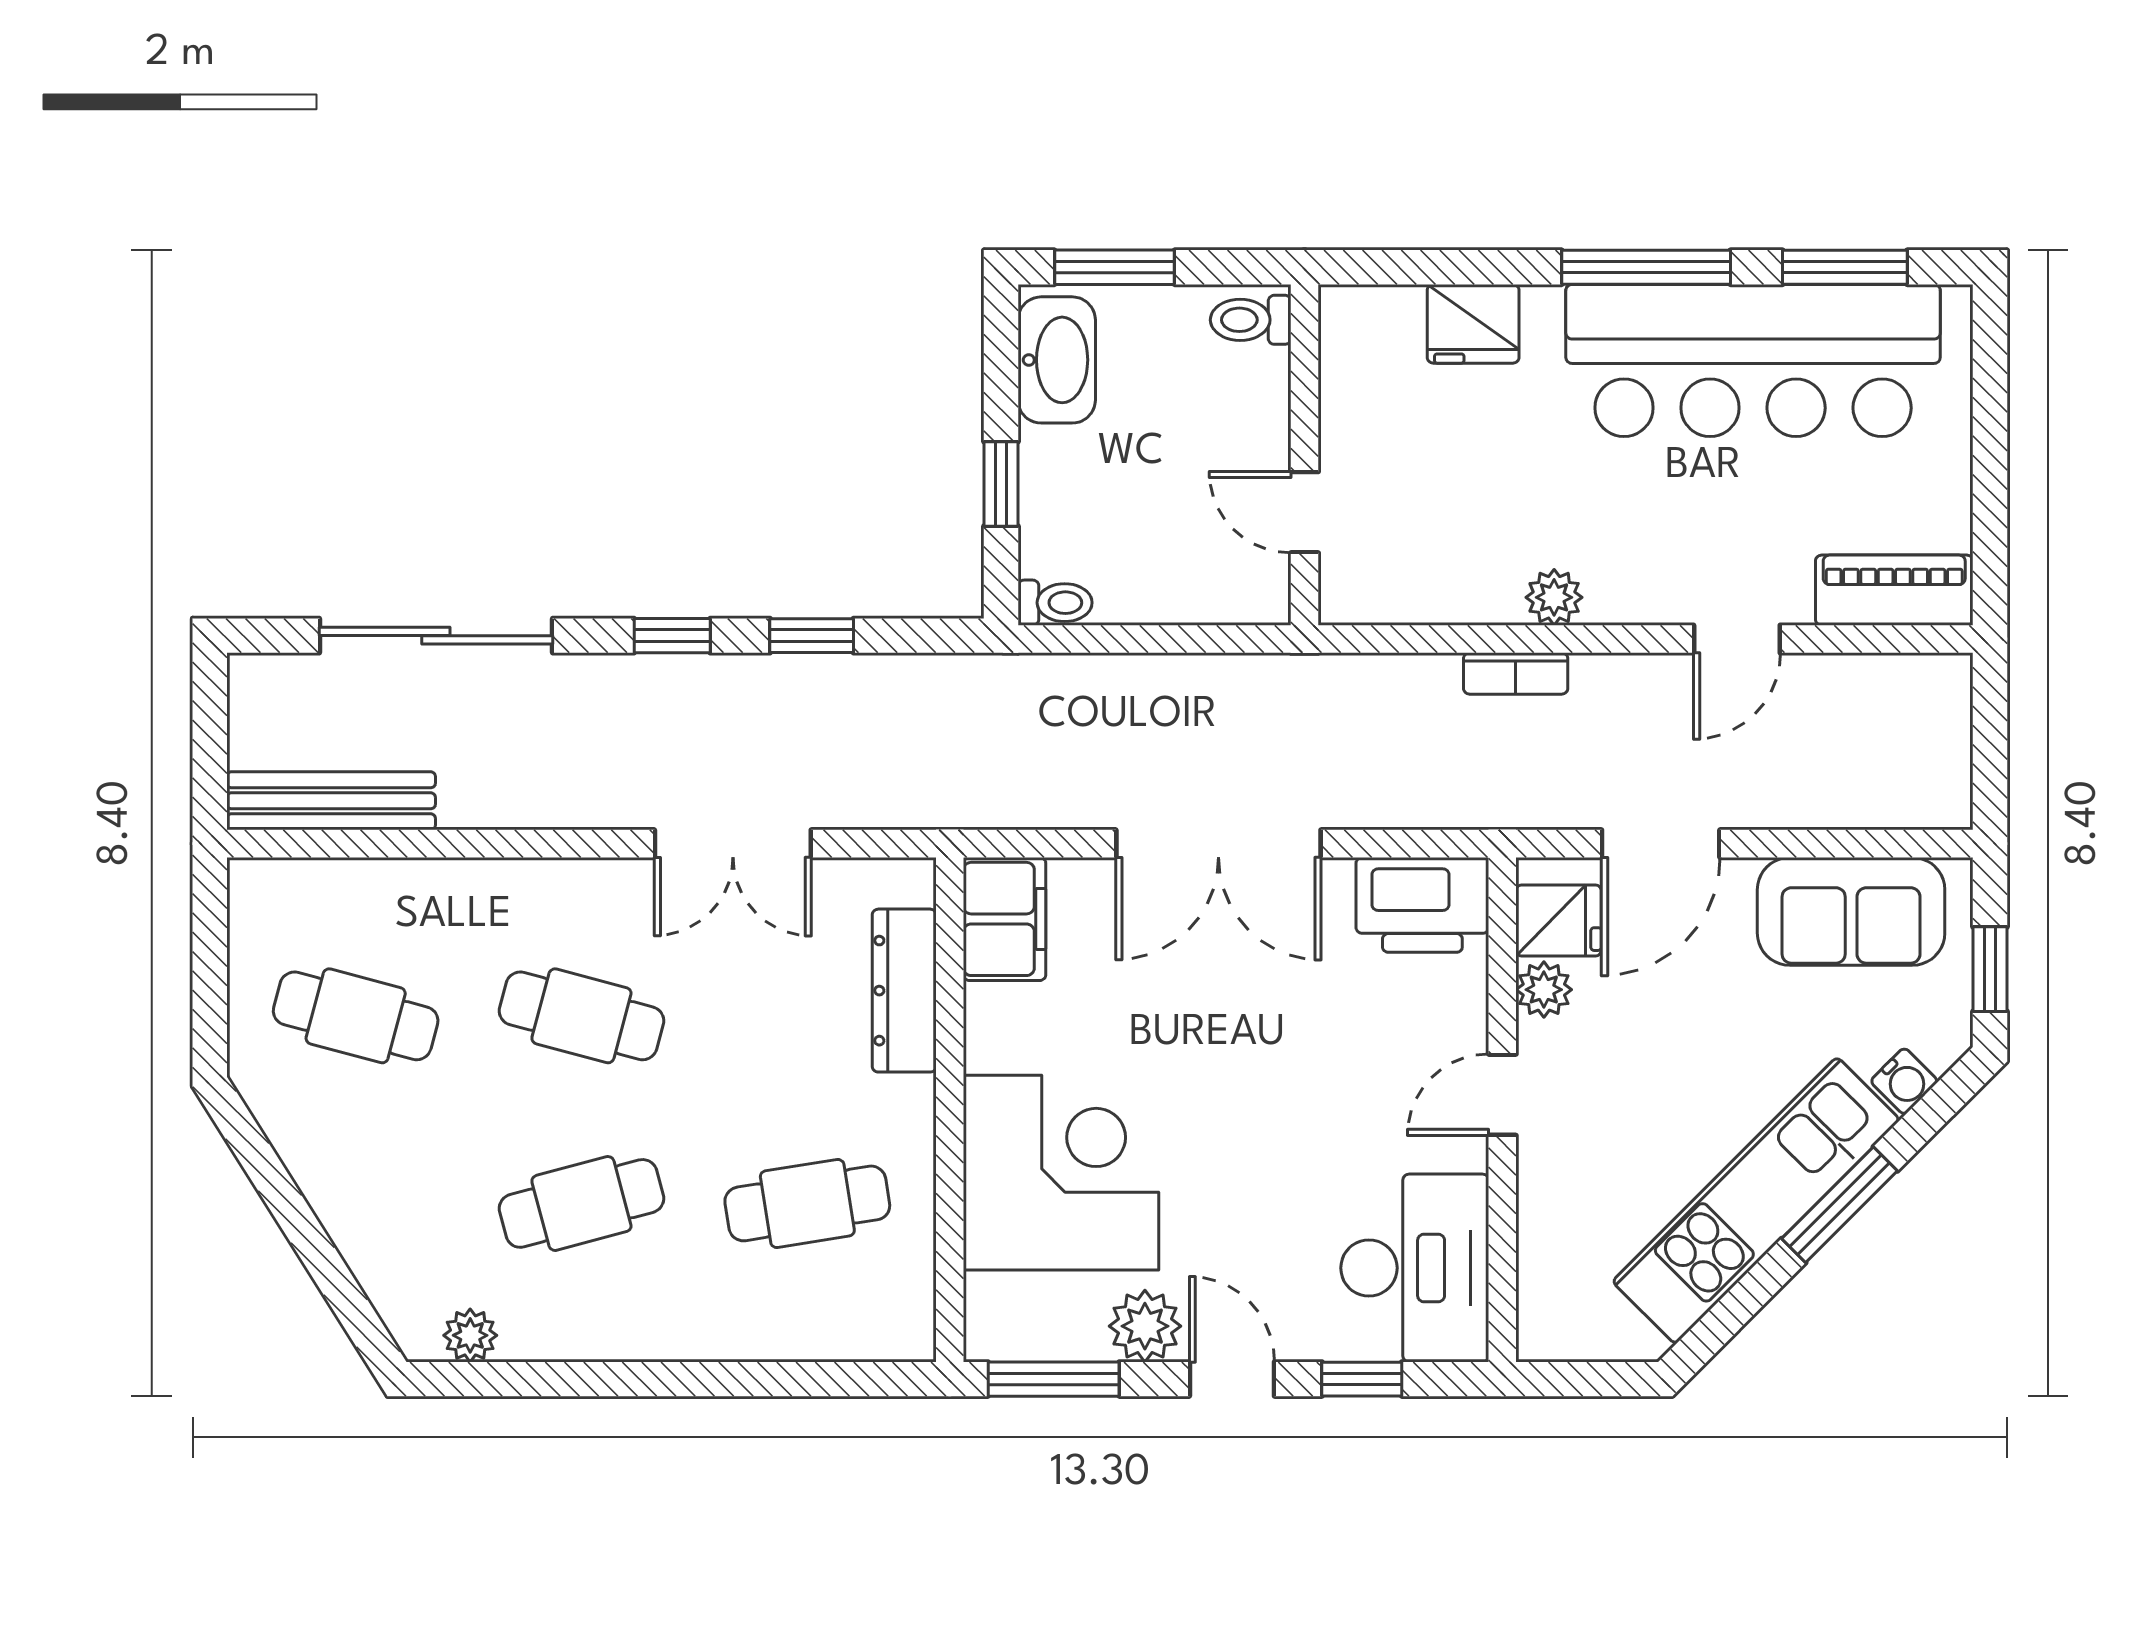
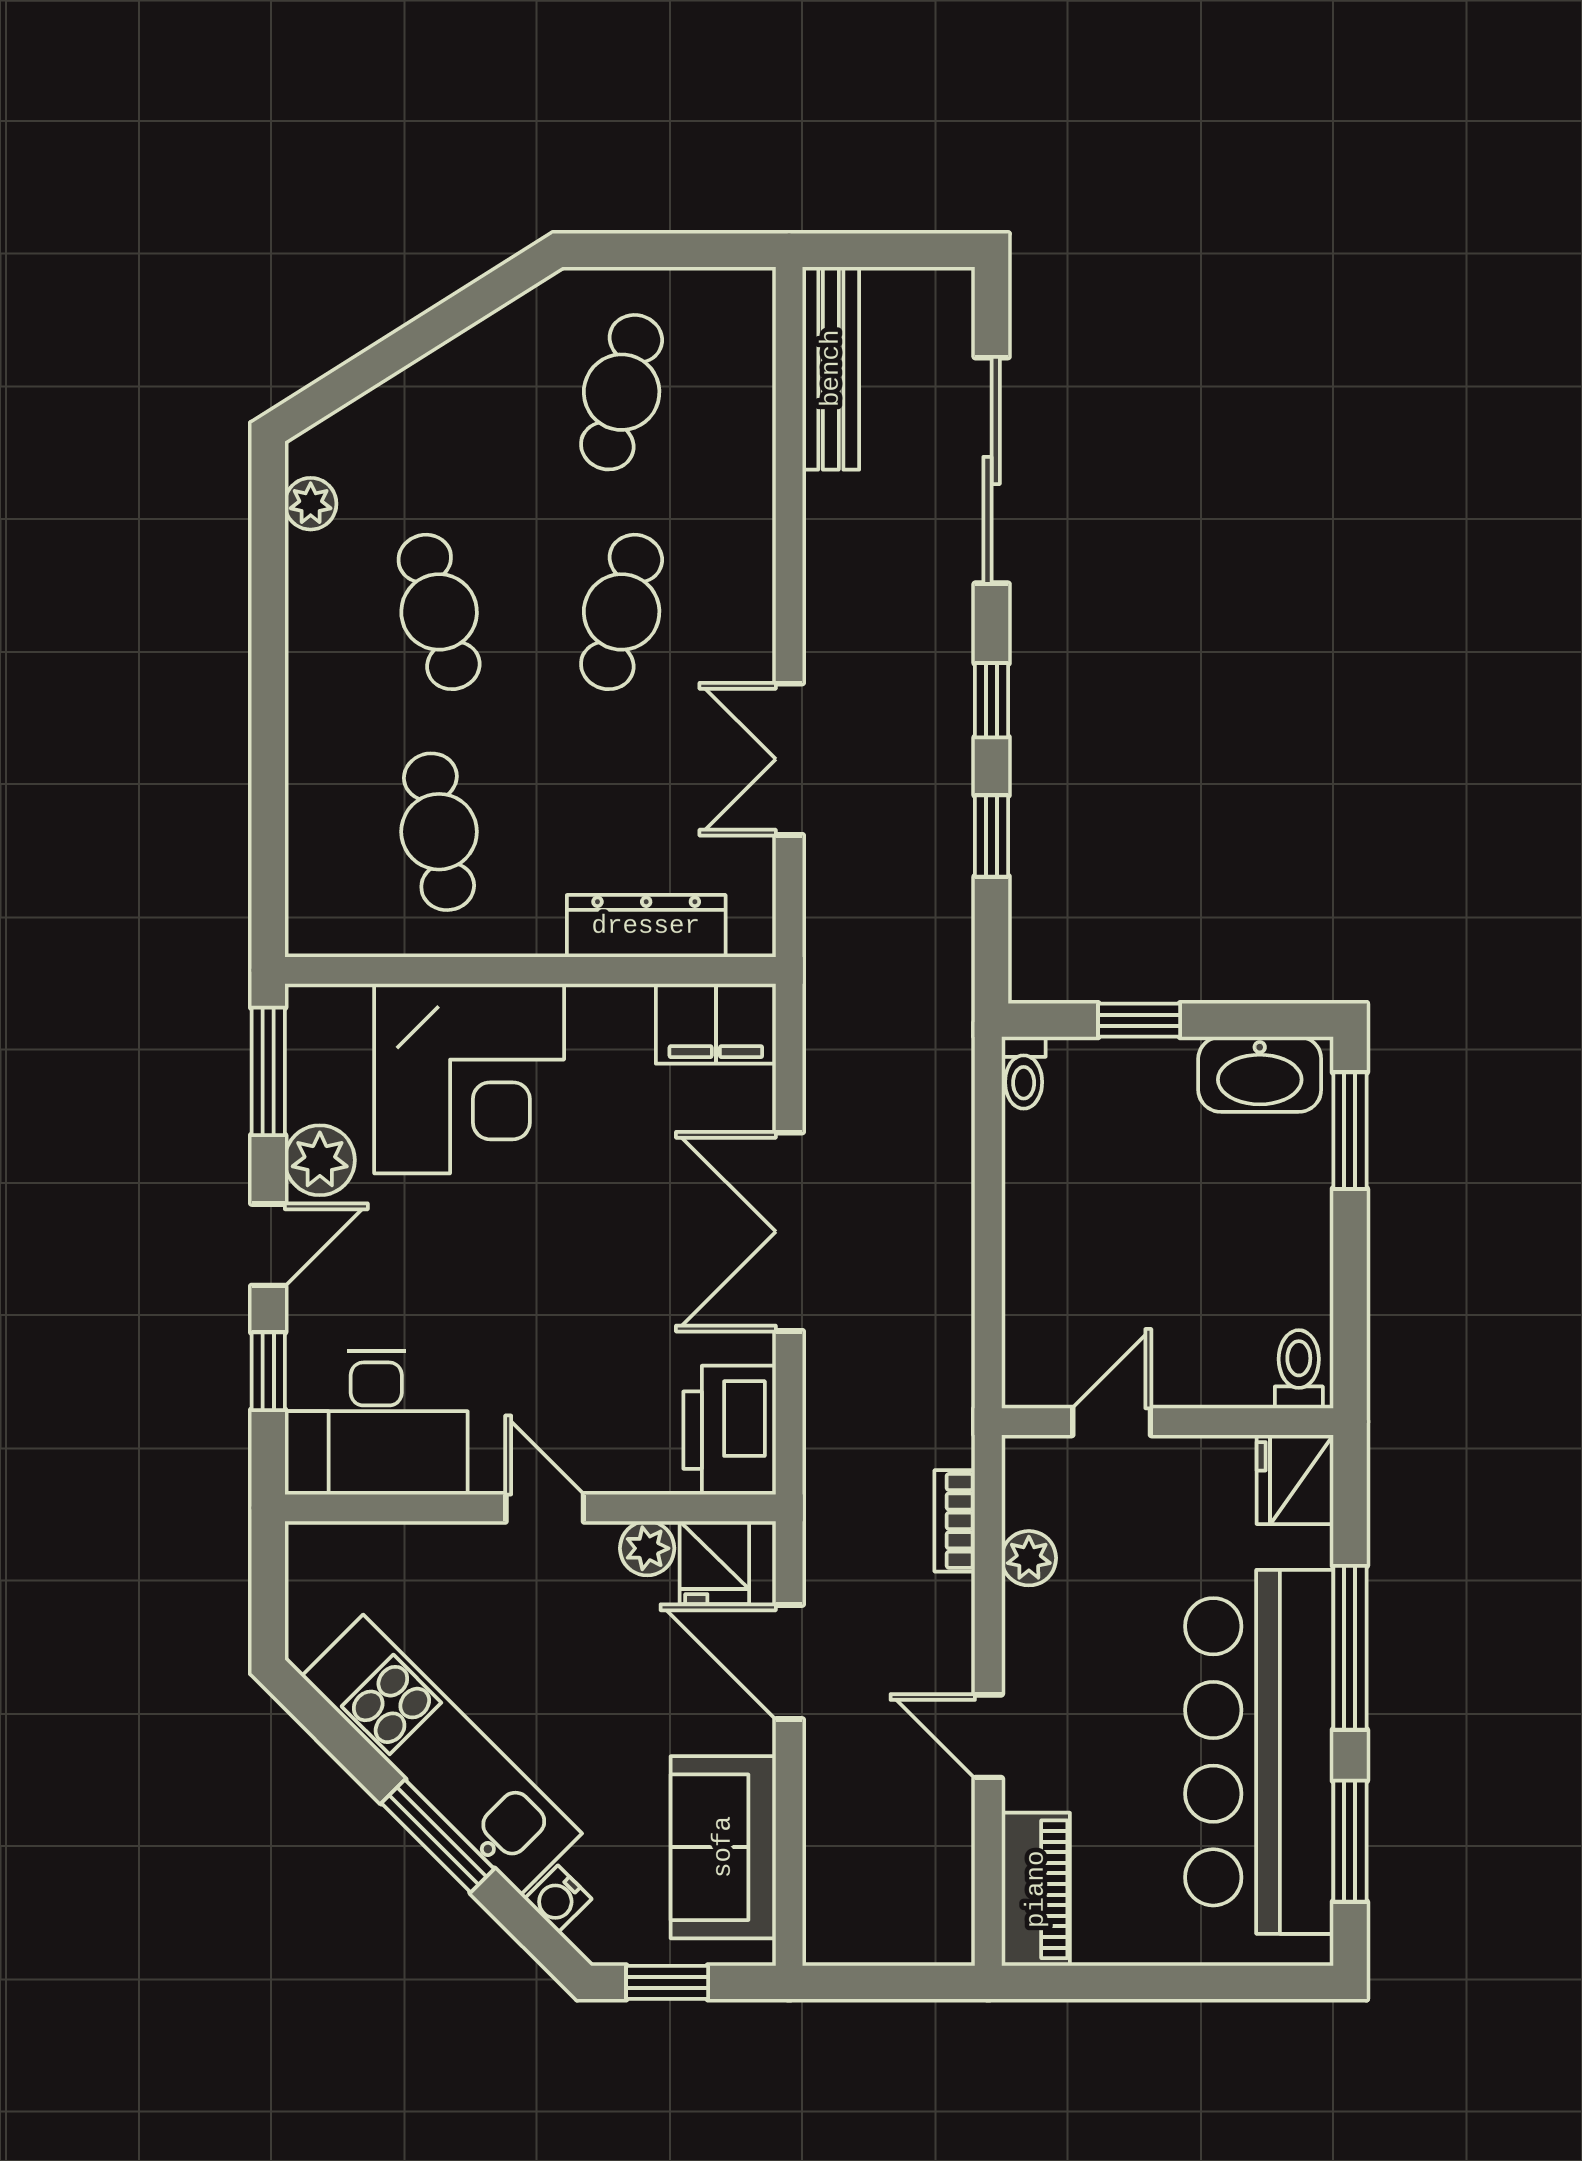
toilet: (1251, 320) -> (1299, 1369), moved
wall: (1304, 455) -> (1167, 1422), moved
door: (1304, 512) -> (1112, 1422), moved

